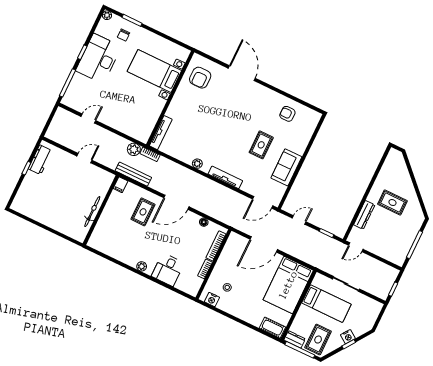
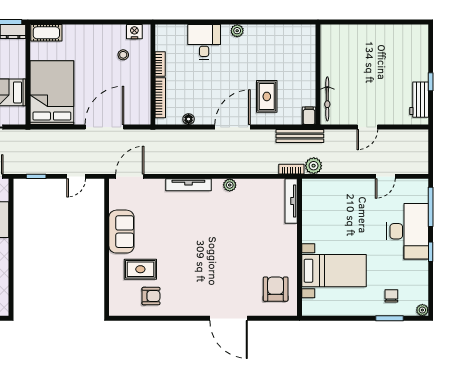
desk: (99, 59) -> (407, 231), moved
rug: (261, 145) -> (140, 269), moved, turned 90
bicycle: (92, 212) -> (327, 99), moved

